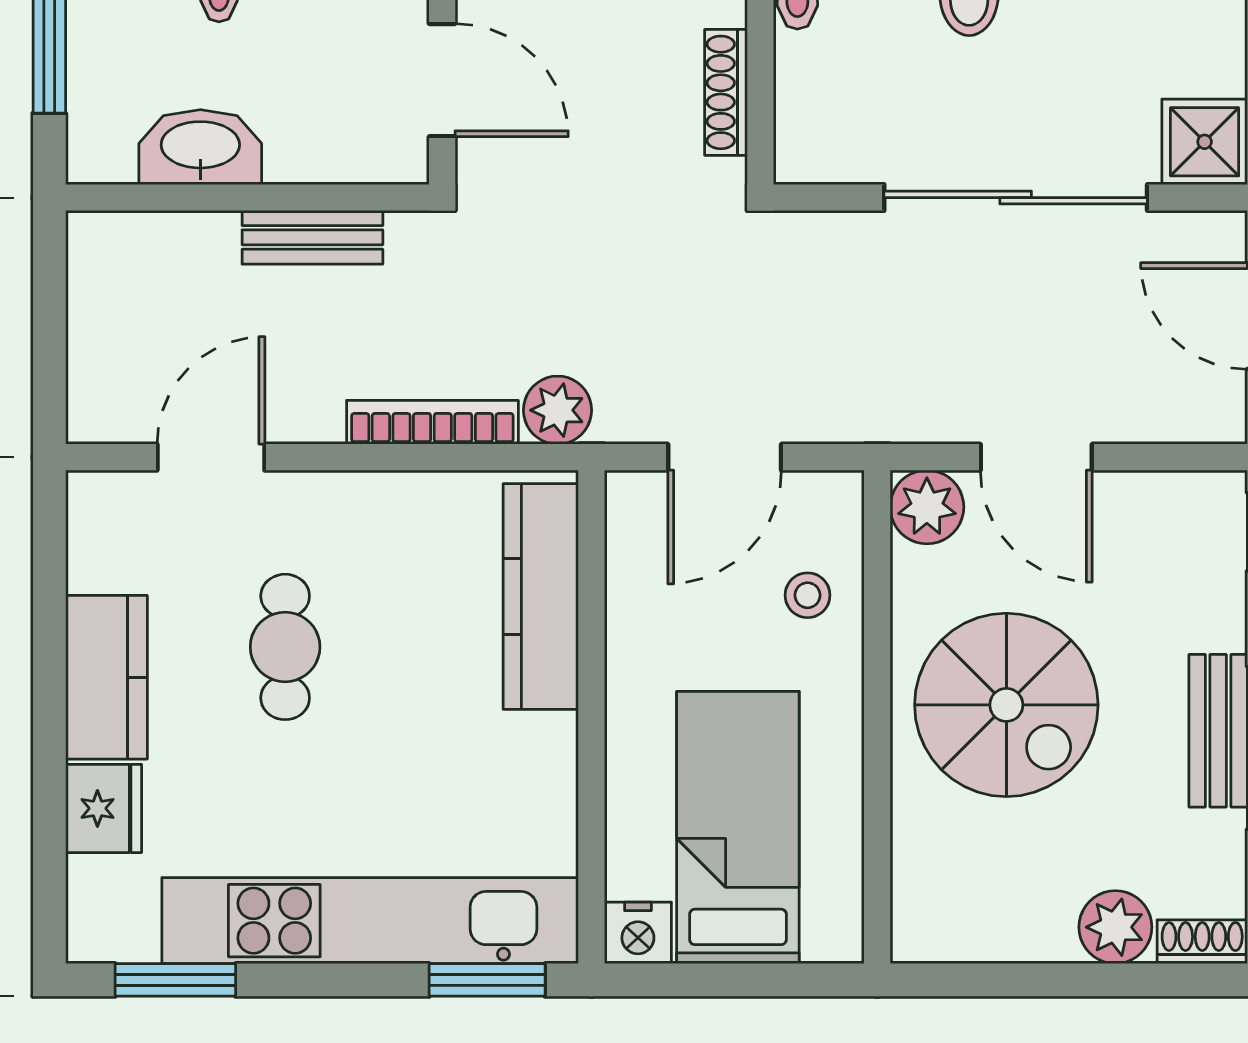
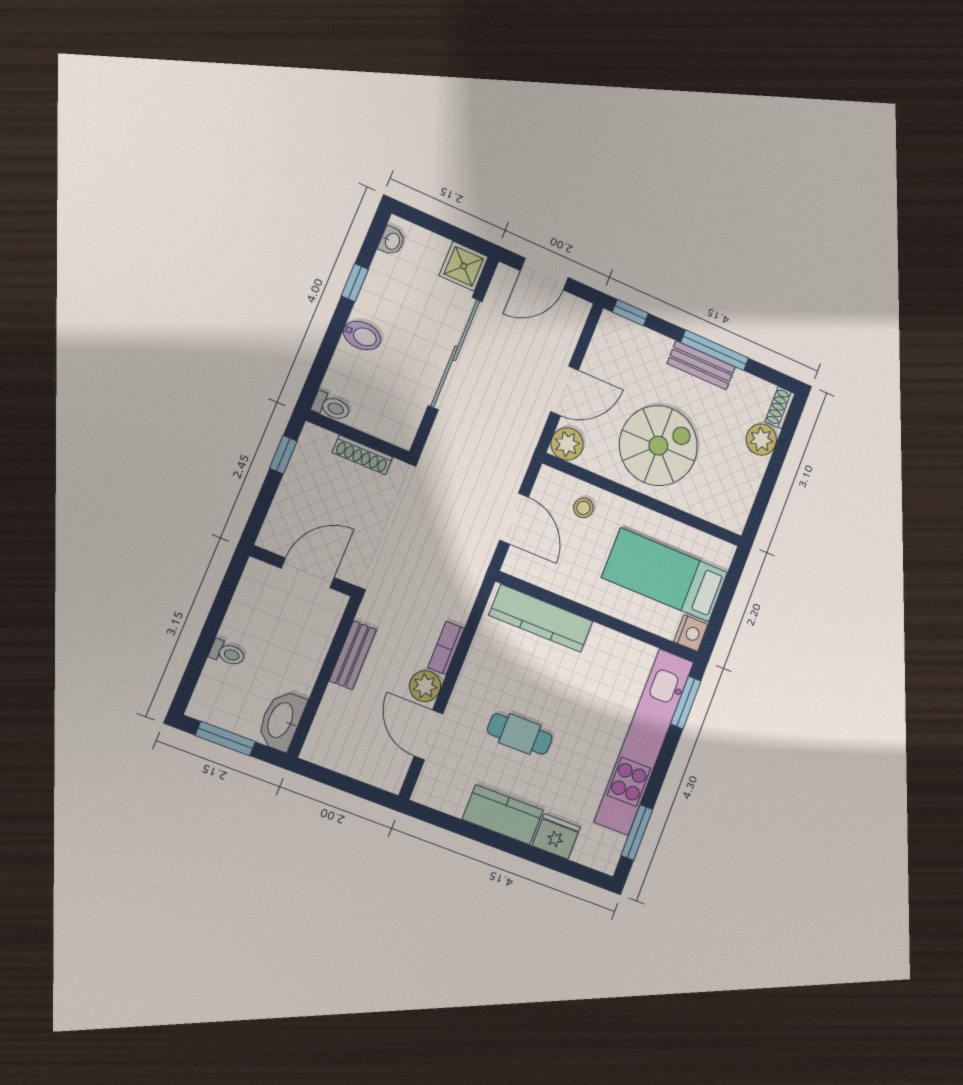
washbasin: (200, 147) -> (281, 720), moved
plant: (558, 410) -> (425, 686), moved
bookcase: (432, 422) -> (446, 648), width x0.64

